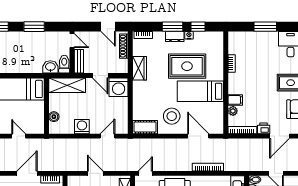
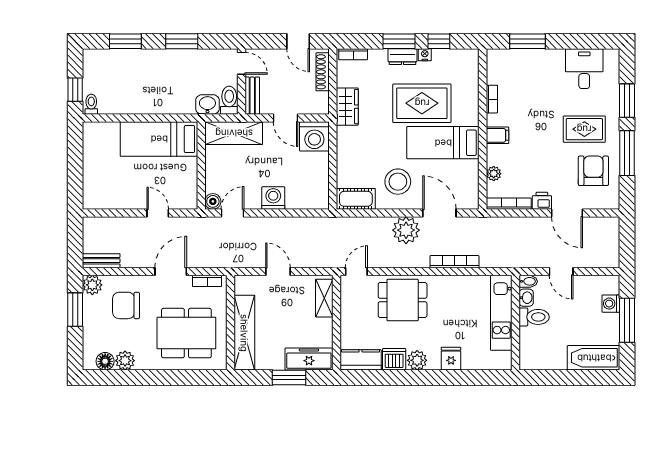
window: (265, 27) -> (528, 41), moved
filing cabinet: (235, 100) -> (497, 135), moved
boiler: (54, 117) -> (213, 201), moved
washing machine: (82, 127) -> (273, 198), moved
door: (108, 136) -> (233, 213), moved
door: (280, 136) -> (567, 213), hinge flipped
plant: (177, 147) -> (406, 230), added

